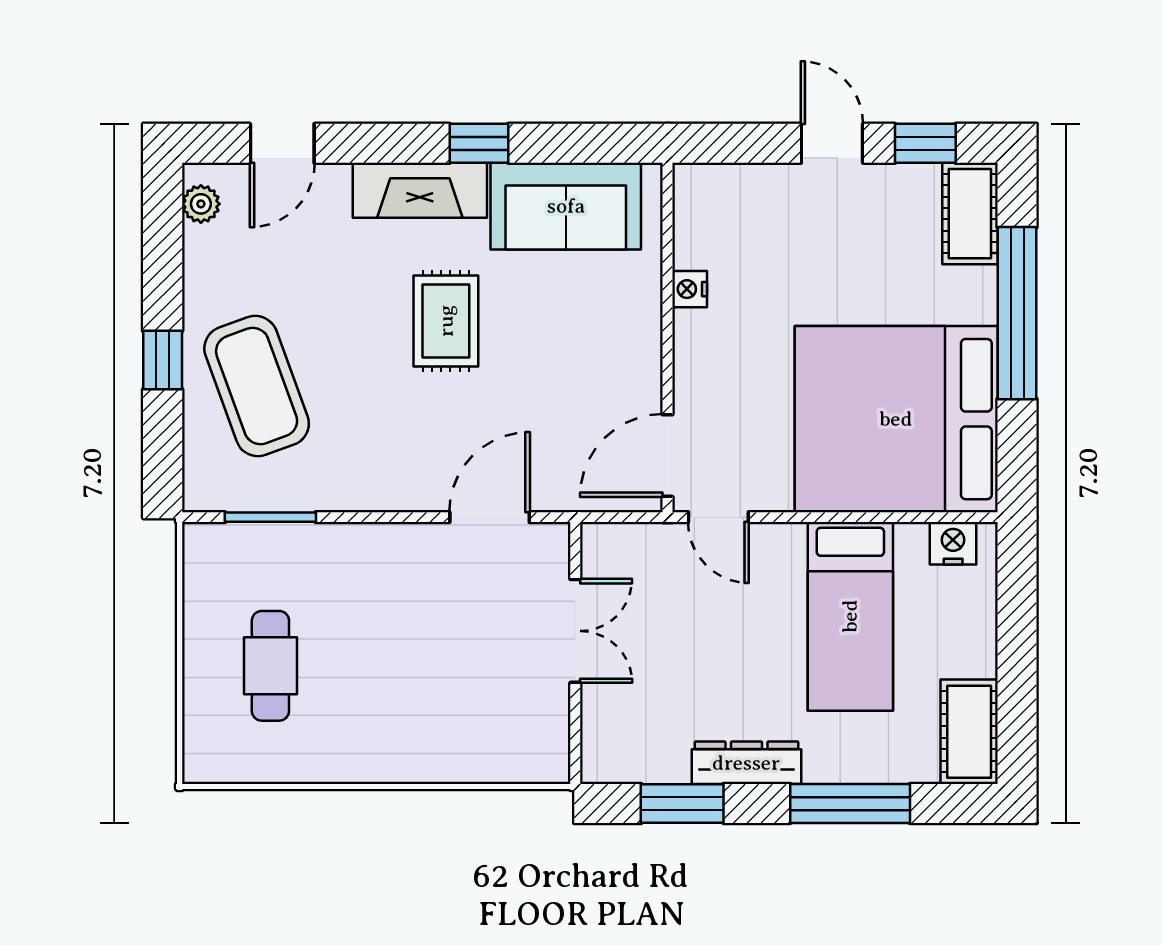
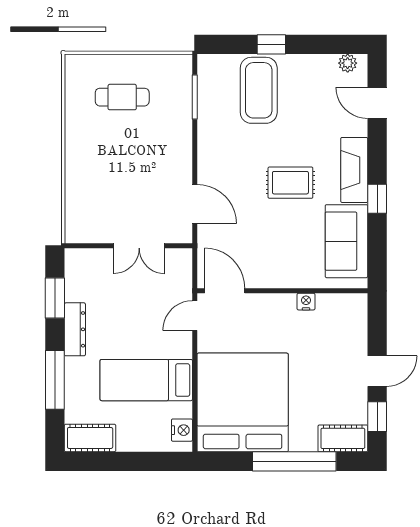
coffee table: (257, 386) -> (259, 90), turned -70

